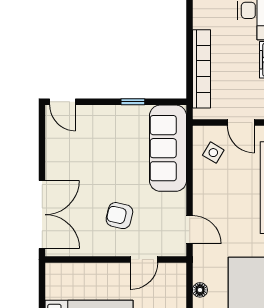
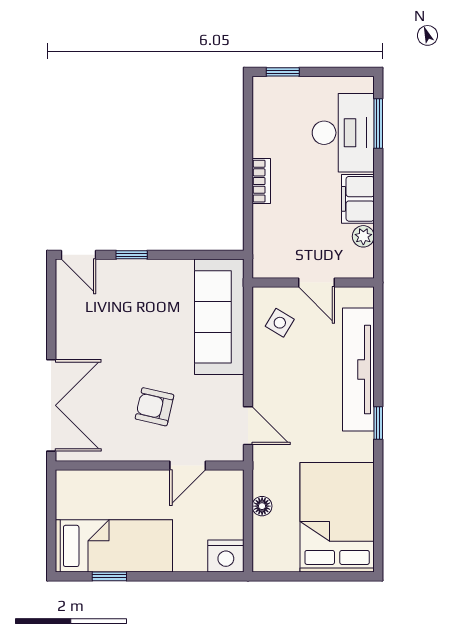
bookcase: (202, 69) -> (261, 181), width x0.43, depth x0.76
window: (133, 102) -> (132, 255), moved

